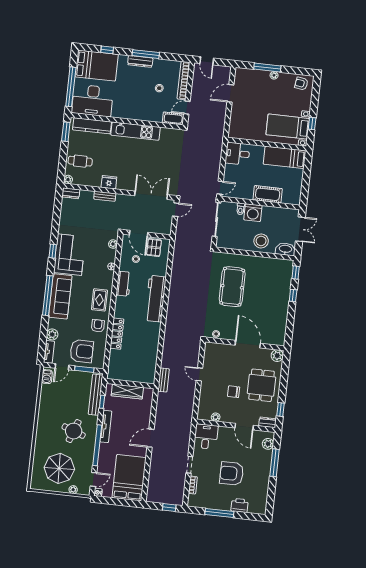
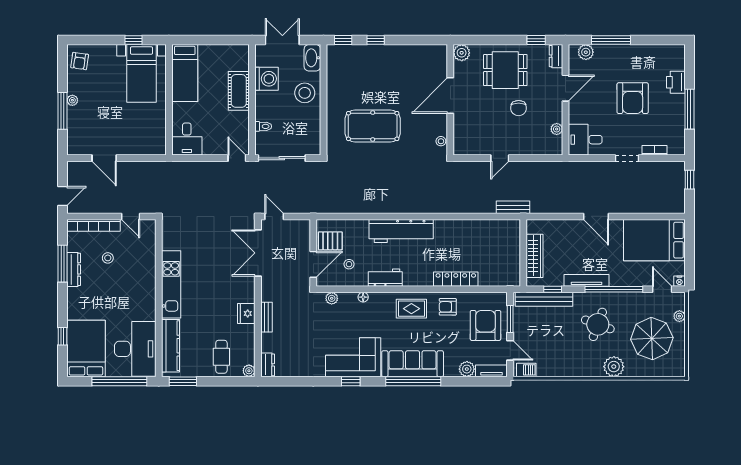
window: (146, 54) -> (63, 264), moved
dresser: (140, 61) -> (74, 269), moved
cot: (173, 119) -> (148, 234), removed
washing machine: (253, 213) -> (267, 79), moved
plant: (42, 439) -> (614, 367), added

